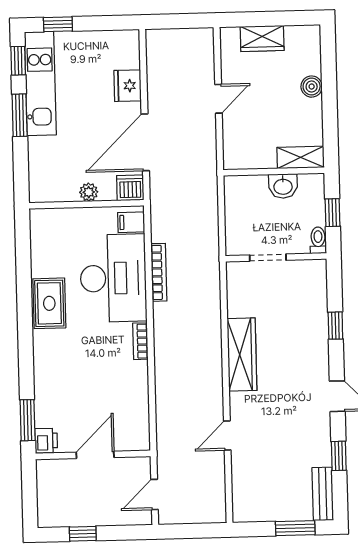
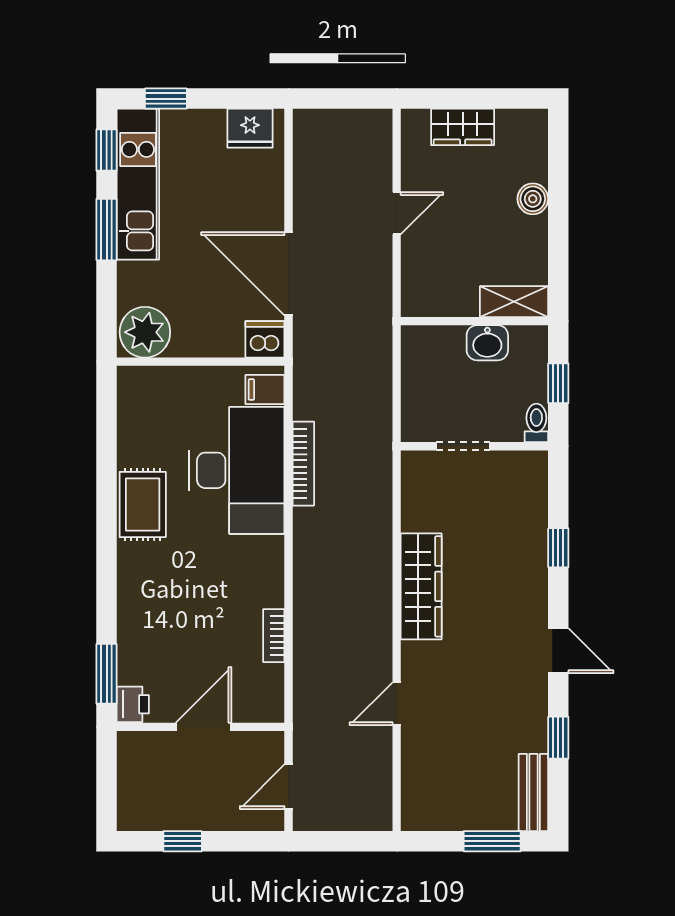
fridge: (128, 86) -> (250, 128), moved, turned -90
door: (145, 142) -> (288, 274), hinge flipped
plant: (89, 192) -> (145, 332), moved, width x1.88, depth x1.88
bookcase: (140, 341) -> (274, 636), moved

